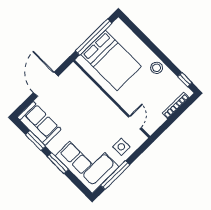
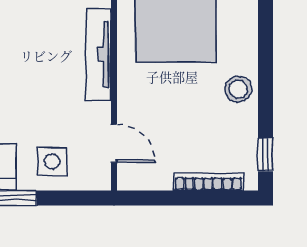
tv unit: (103, 100) -> (99, 55), added
door: (135, 122) -> (114, 143), hinge flipped

